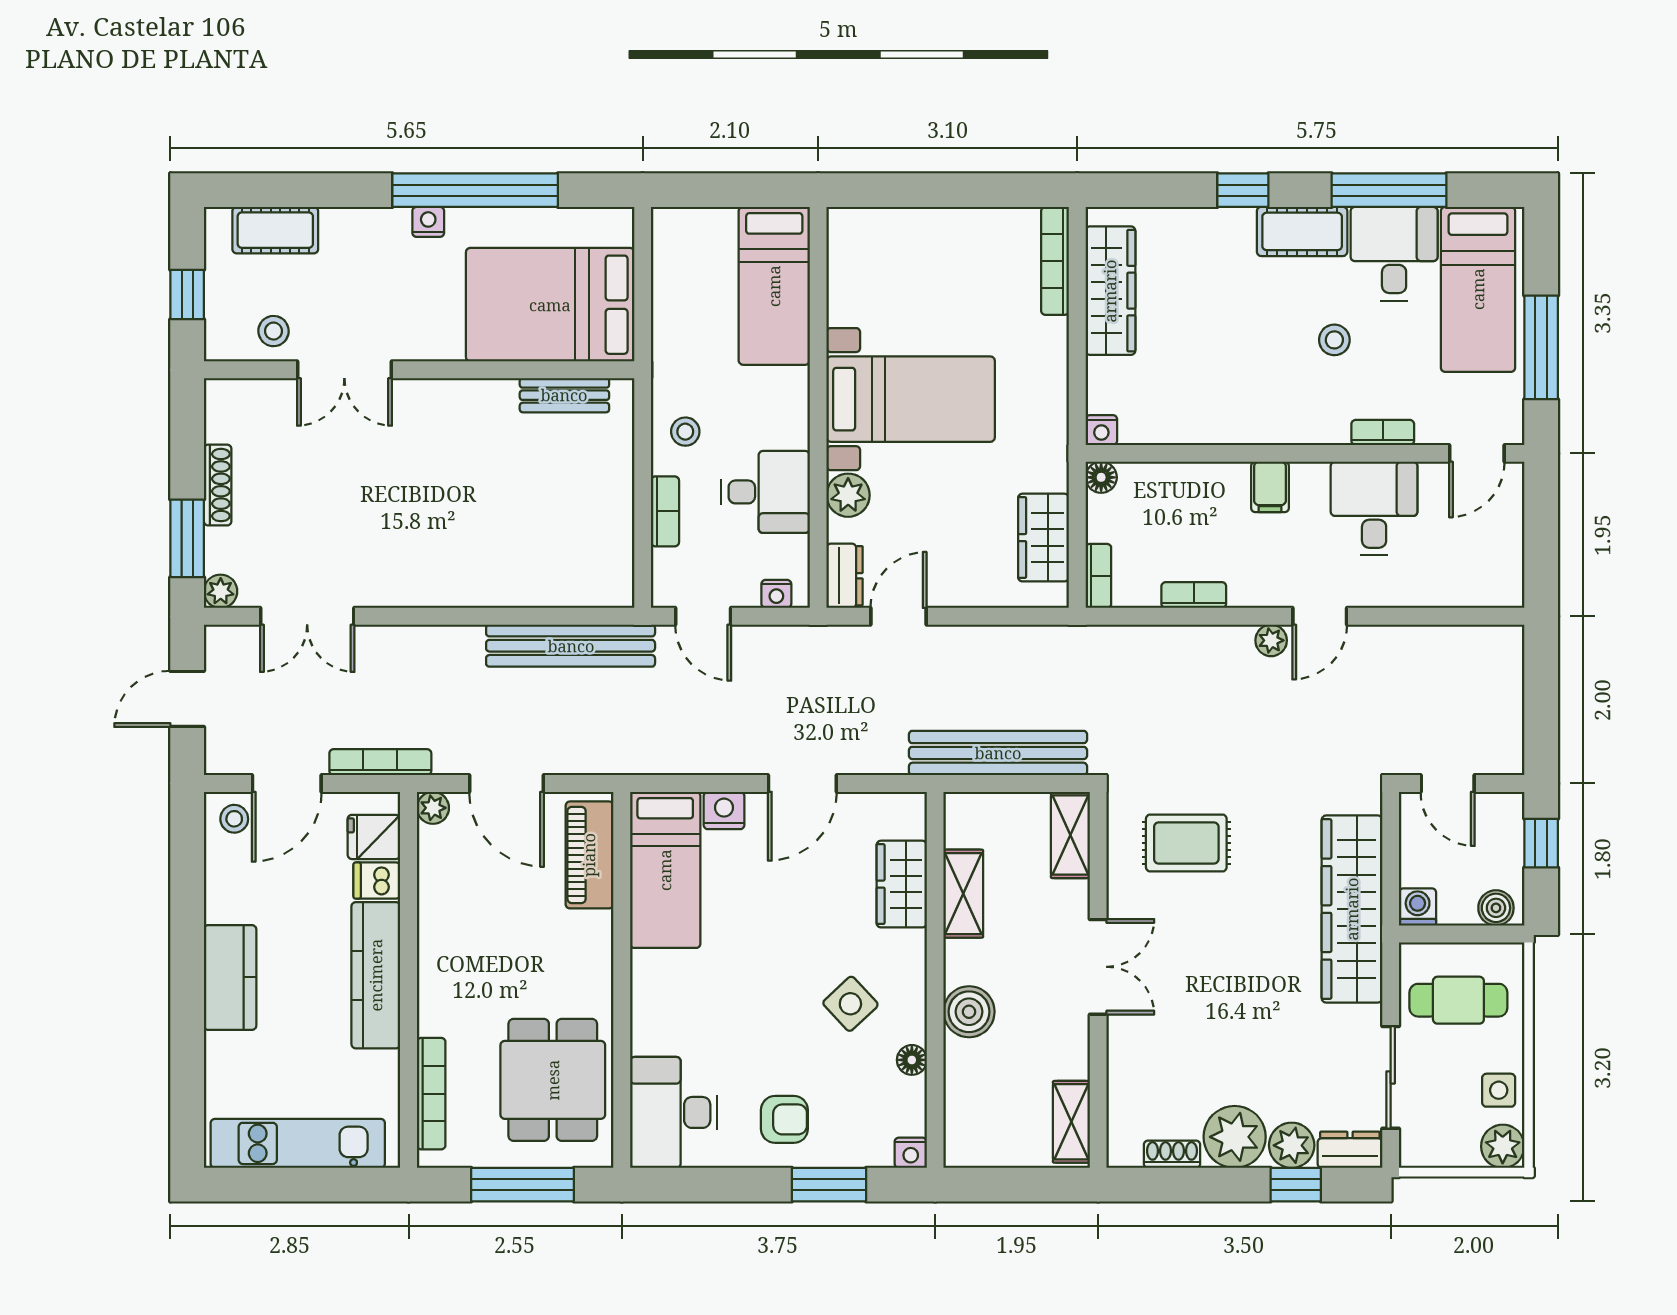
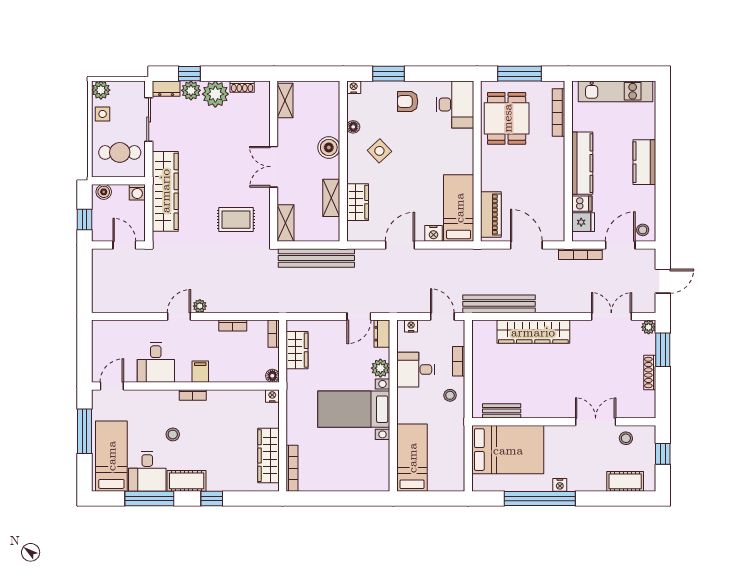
bookcase: (1383, 432) -> (193, 395), moved
wardrobe: (490, 581) -> (533, 332), added
plant: (433, 808) -> (558, 235), removed

